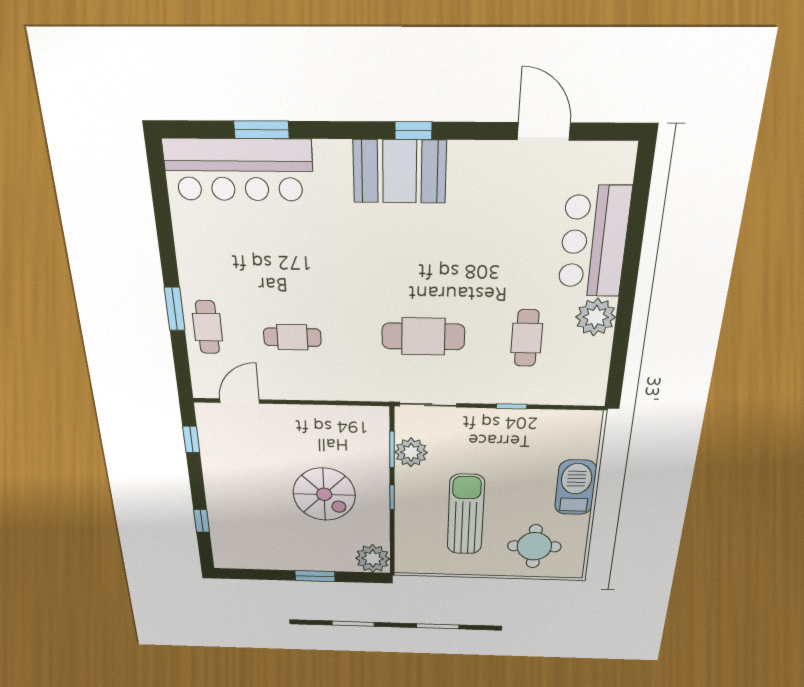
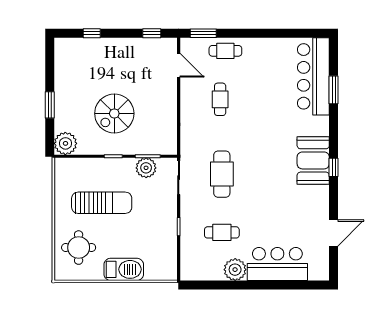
window: (175, 309) -> (203, 33), moved

